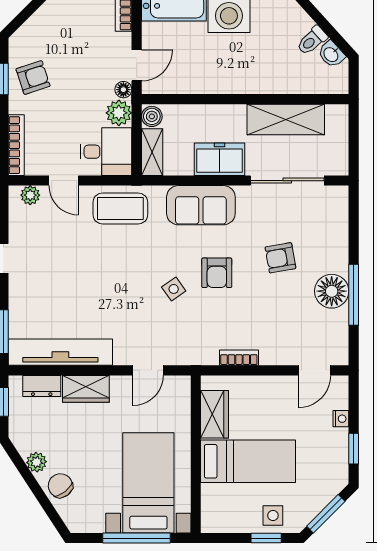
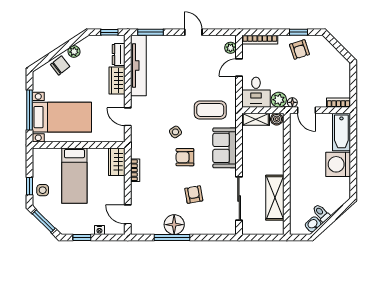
freezer: (219, 159) -> (252, 159), removed
coffee table: (120, 208) -> (210, 110), moved, turned 90
wardrobe: (215, 414) -> (117, 162), moved, turned 90

